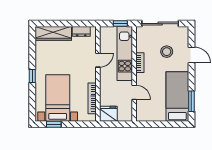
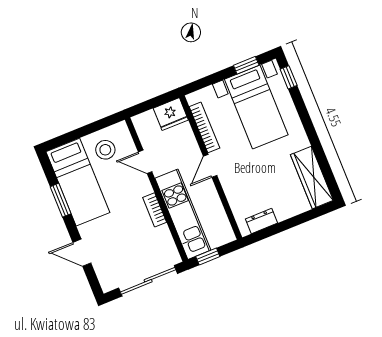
wardrobe: (53, 33) -> (312, 178), moved, turned -90
stool: (167, 52) -> (105, 150), moved
door: (98, 60) -> (210, 166), moved
window: (32, 76) -> (289, 77), moved
window: (191, 101) -> (61, 200), moved

